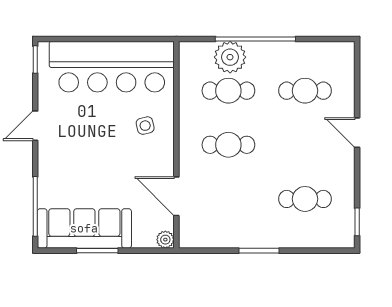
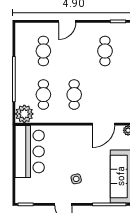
plant: (230, 57) -> (24, 114), moved
bar counter: (112, 67) -> (30, 151), width x0.73
side table: (145, 126) -> (76, 179), moved

